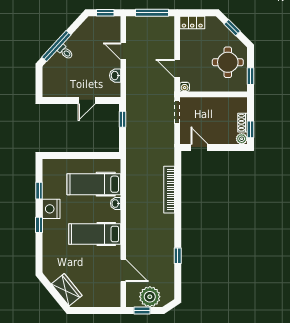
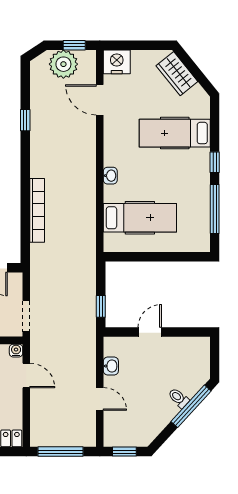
window: (39, 191) -> (215, 209), width x2.17
washbasin: (116, 203) -> (110, 176), moved
nightstand: (51, 209) -> (117, 62), moved, turned -90
hospital bed: (95, 234) -> (175, 133), moved, turned 180

